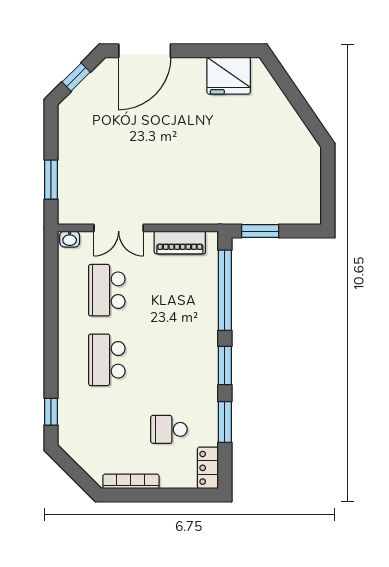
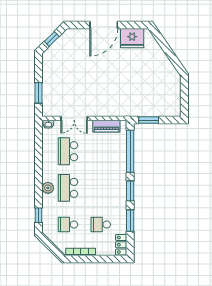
door: (145, 51) -> (104, 25), moved
plant: (69, 360) -> (48, 188), added
school desk: (107, 429) -> (68, 225), added

